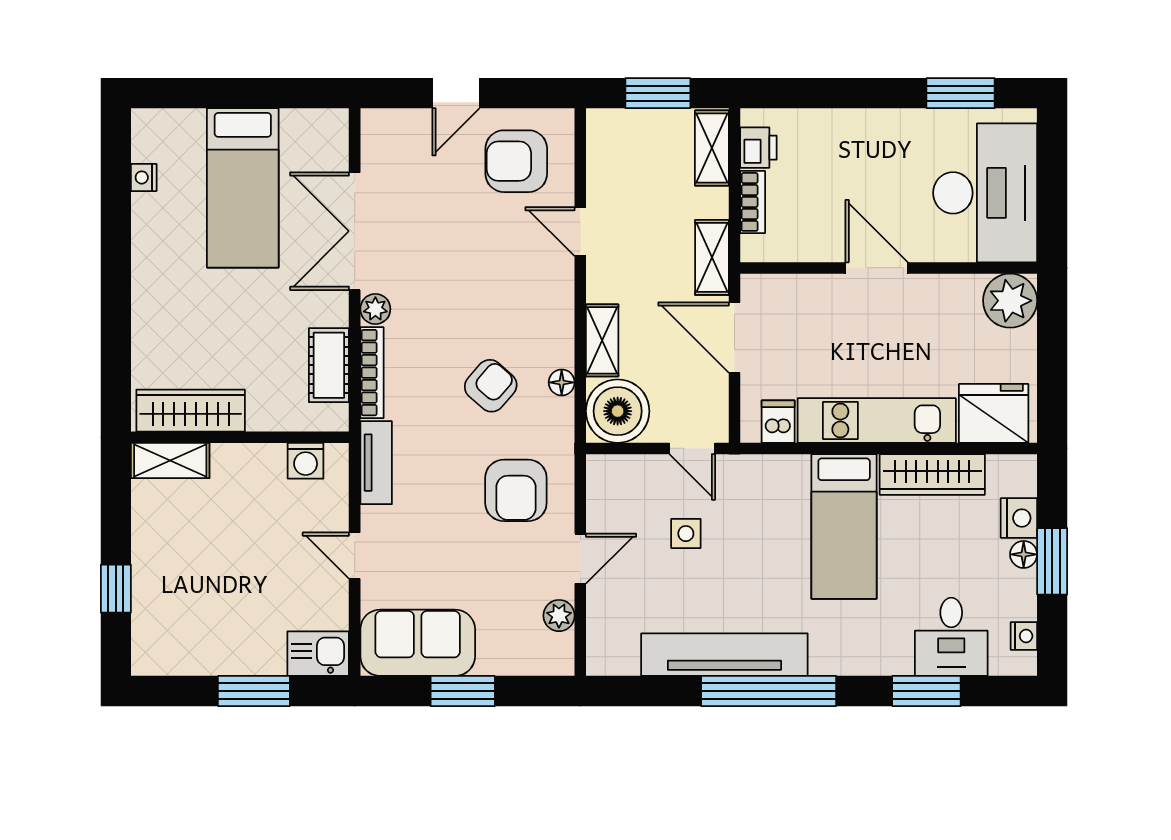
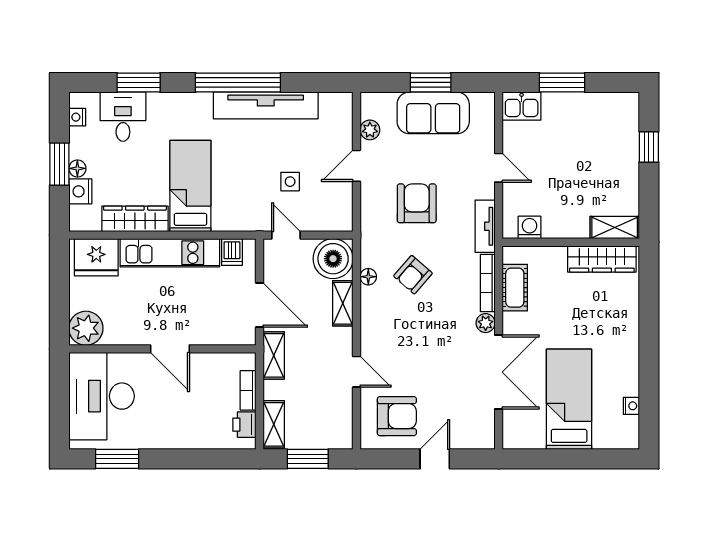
armchair: (516, 490) -> (417, 203), moved
sofa: (418, 643) -> (433, 113), moved

